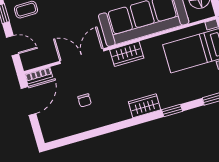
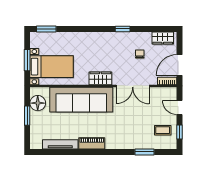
wardrobe: (145, 106) -> (163, 38), moved
window: (172, 110) -> (123, 29), moved

